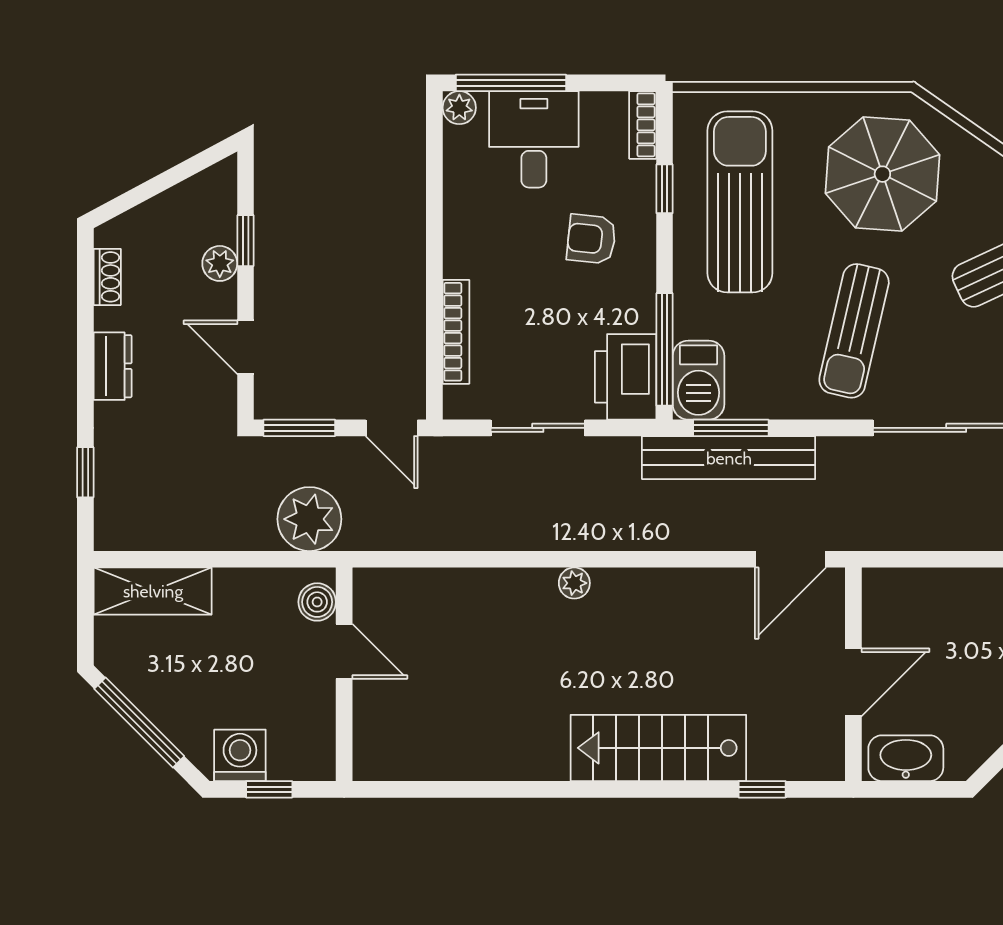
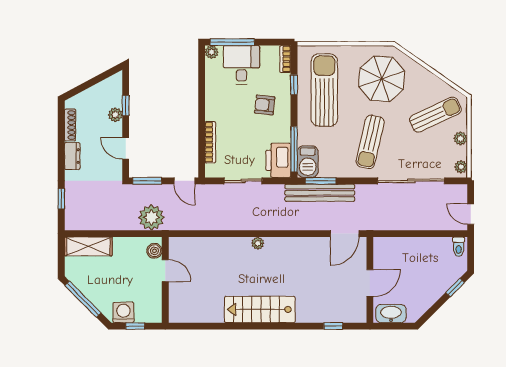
shoe rack: (107, 277) -> (70, 125), width x1.43
stairs: (658, 748) -> (260, 309), moved

